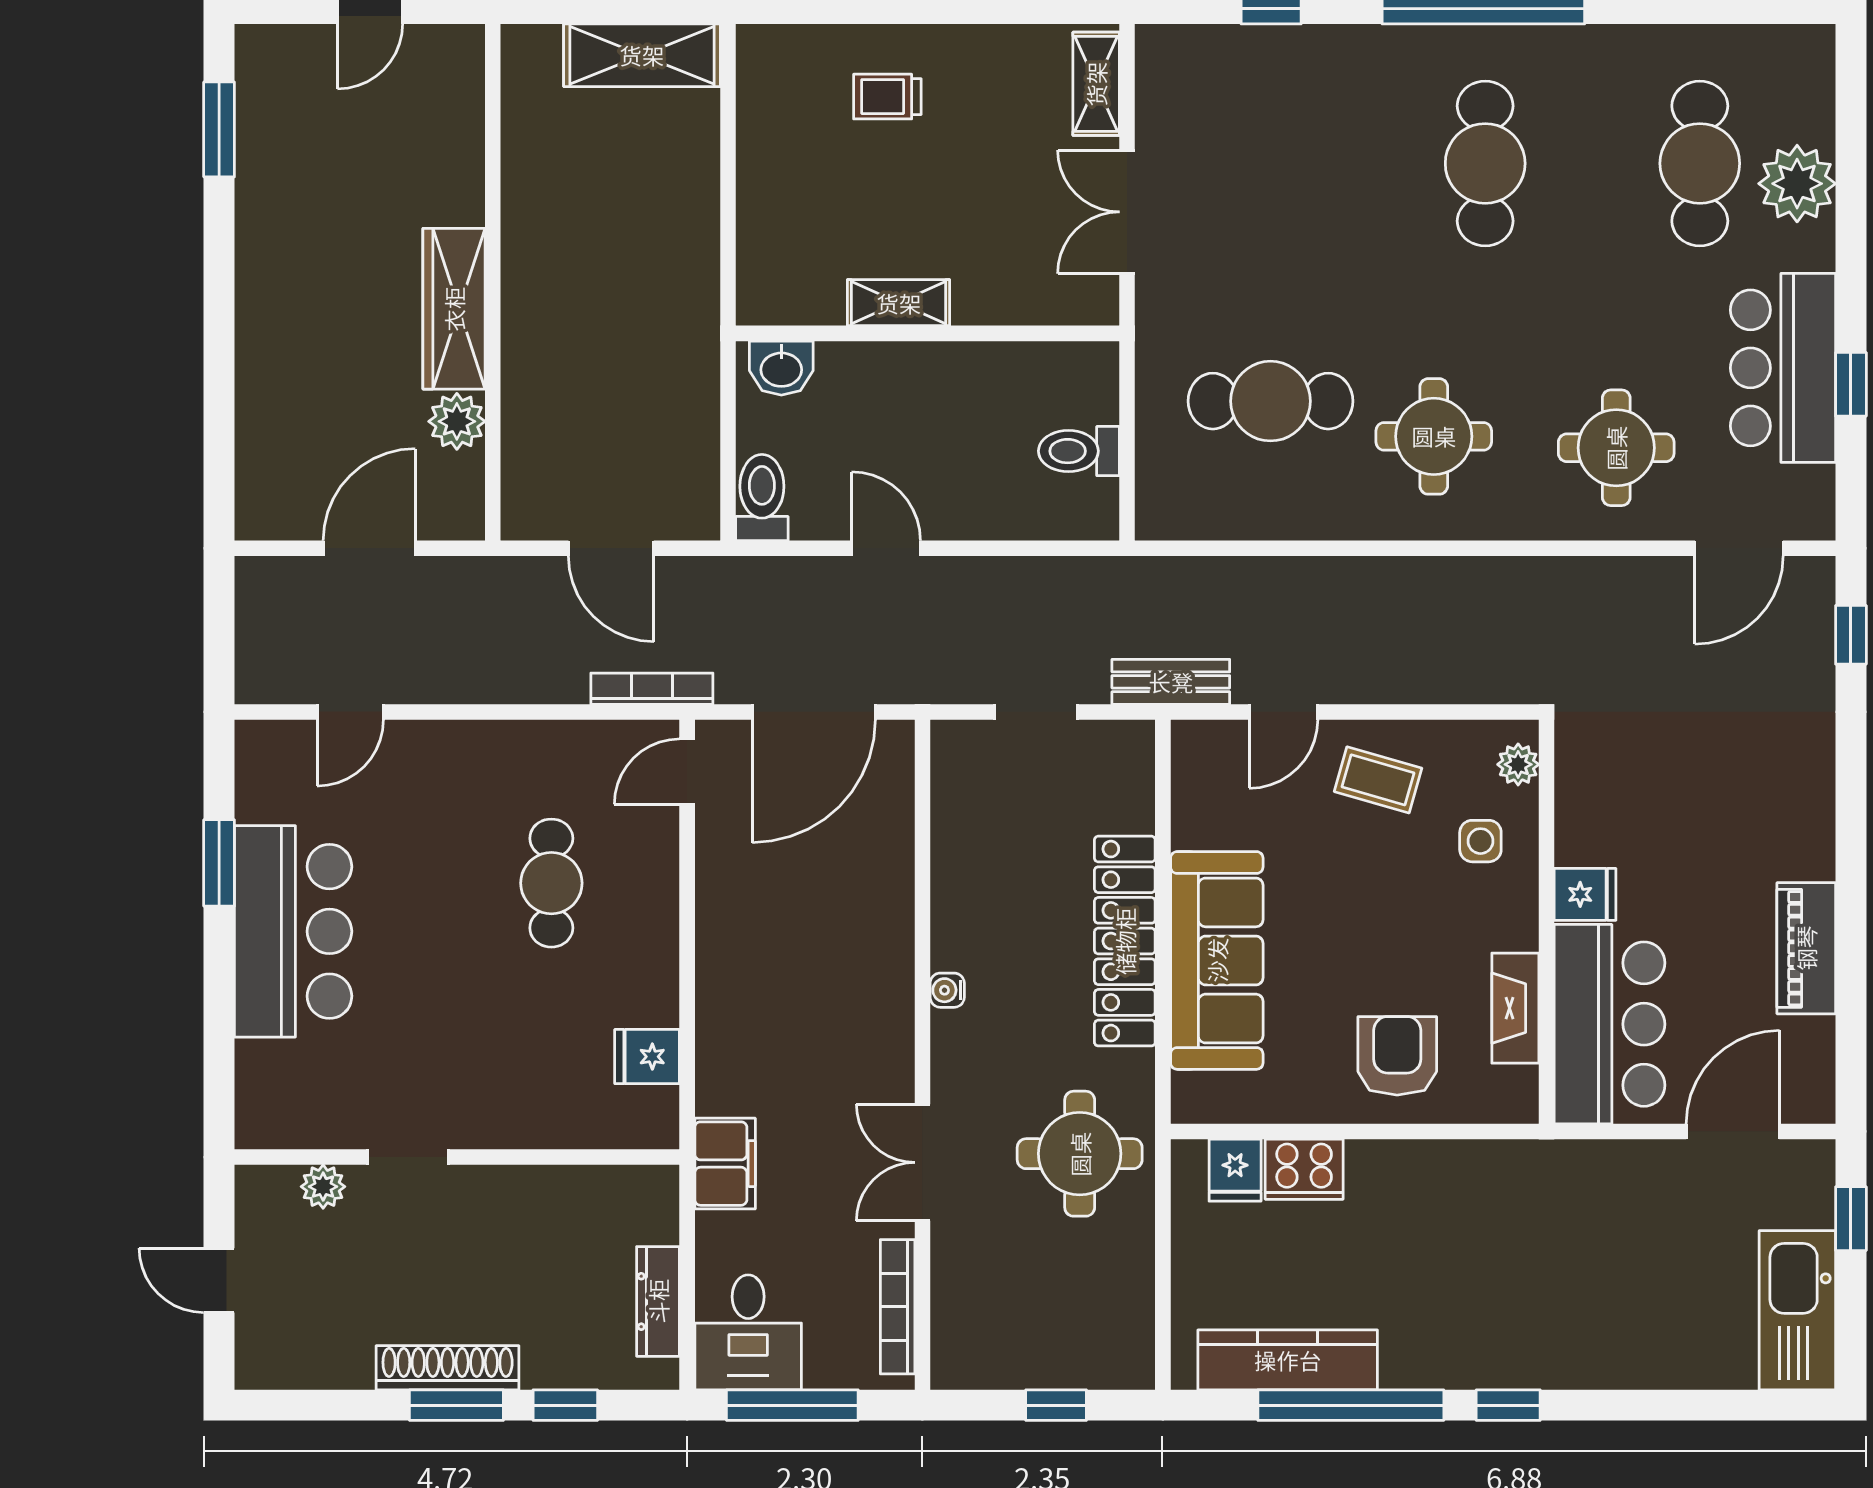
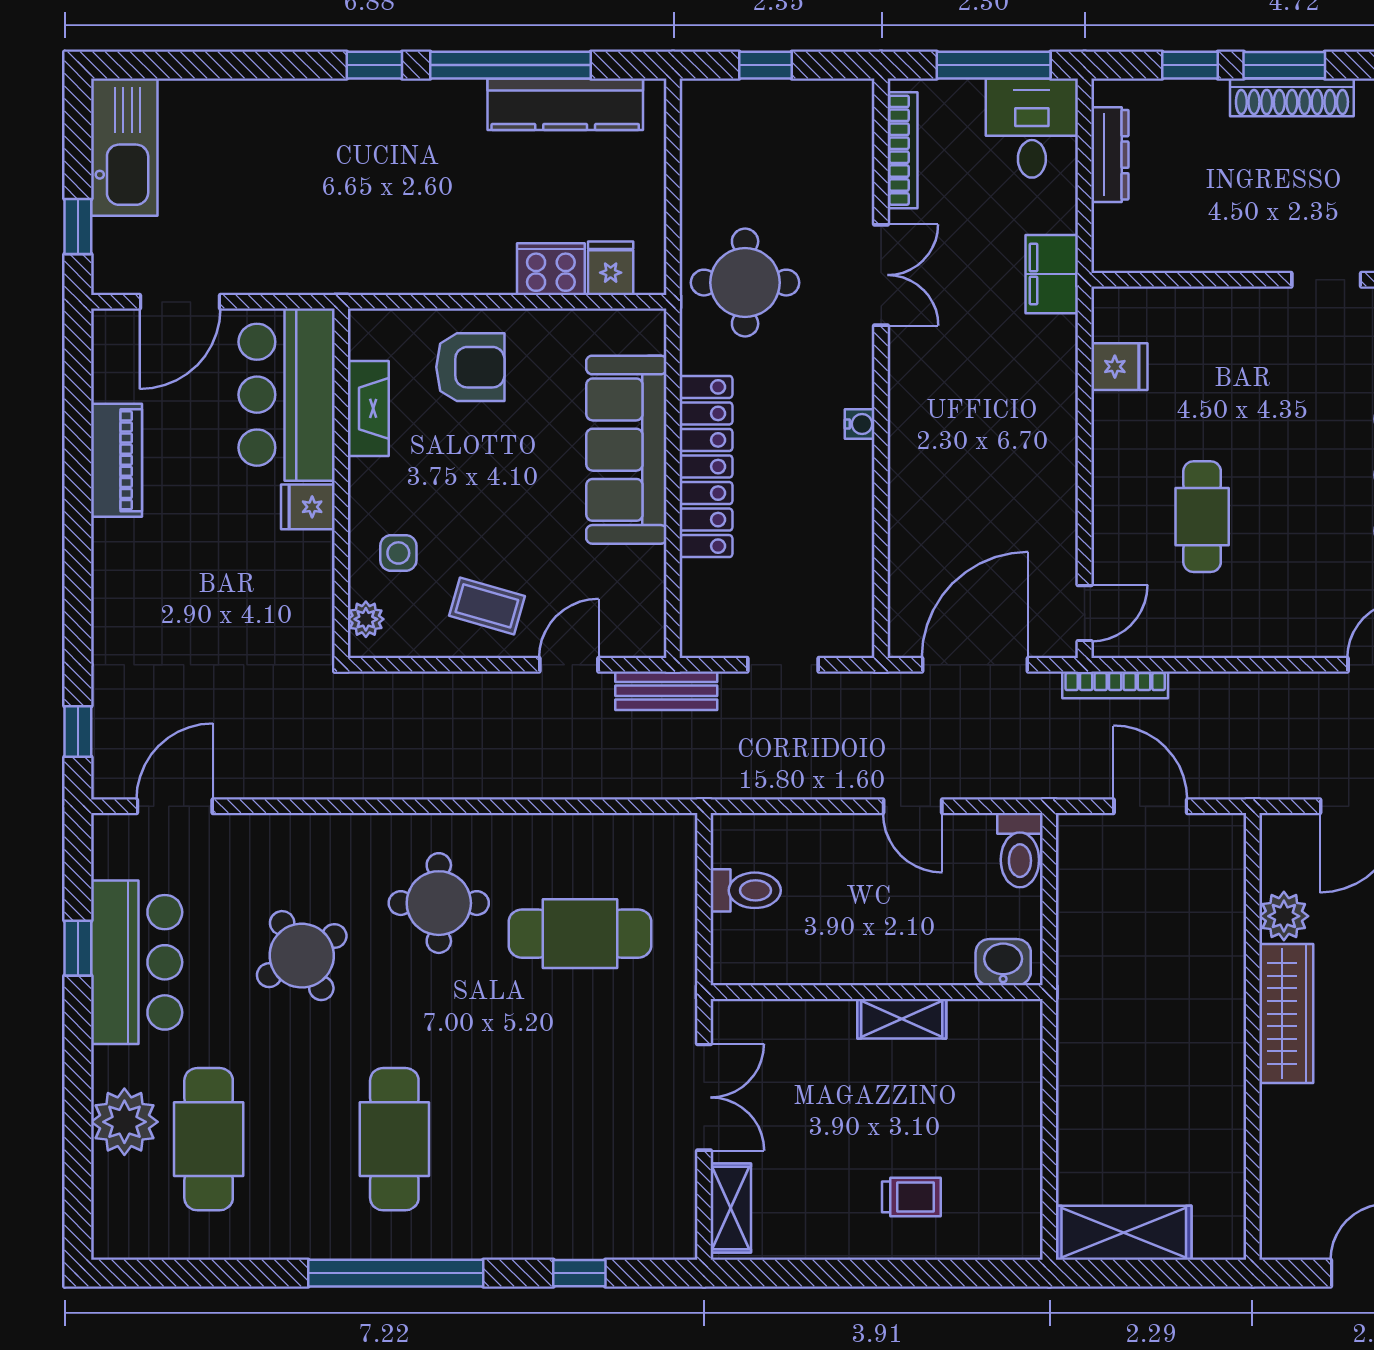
round table: (1616, 448) -> (302, 956), moved, turned -31
armchair: (1397, 1056) -> (470, 367), turned -90

